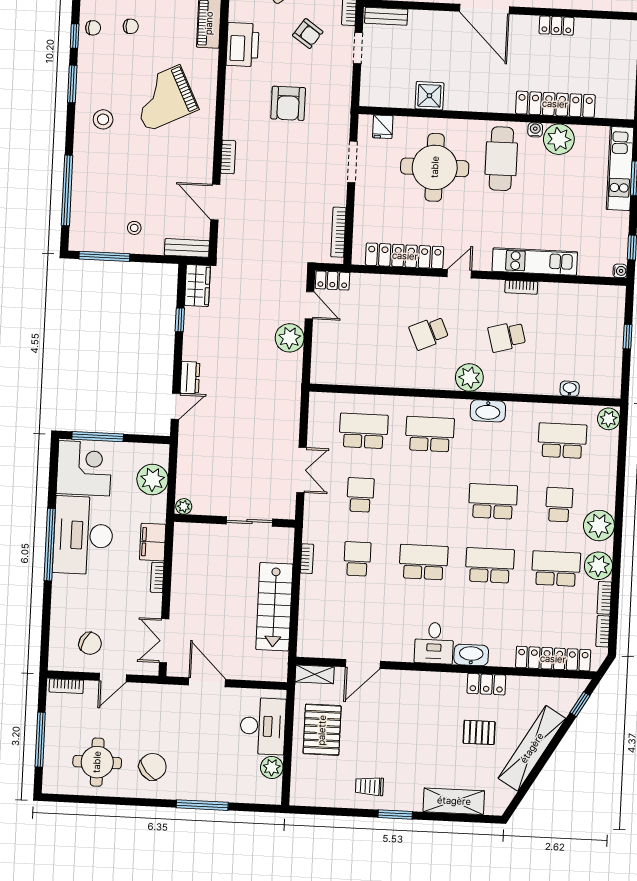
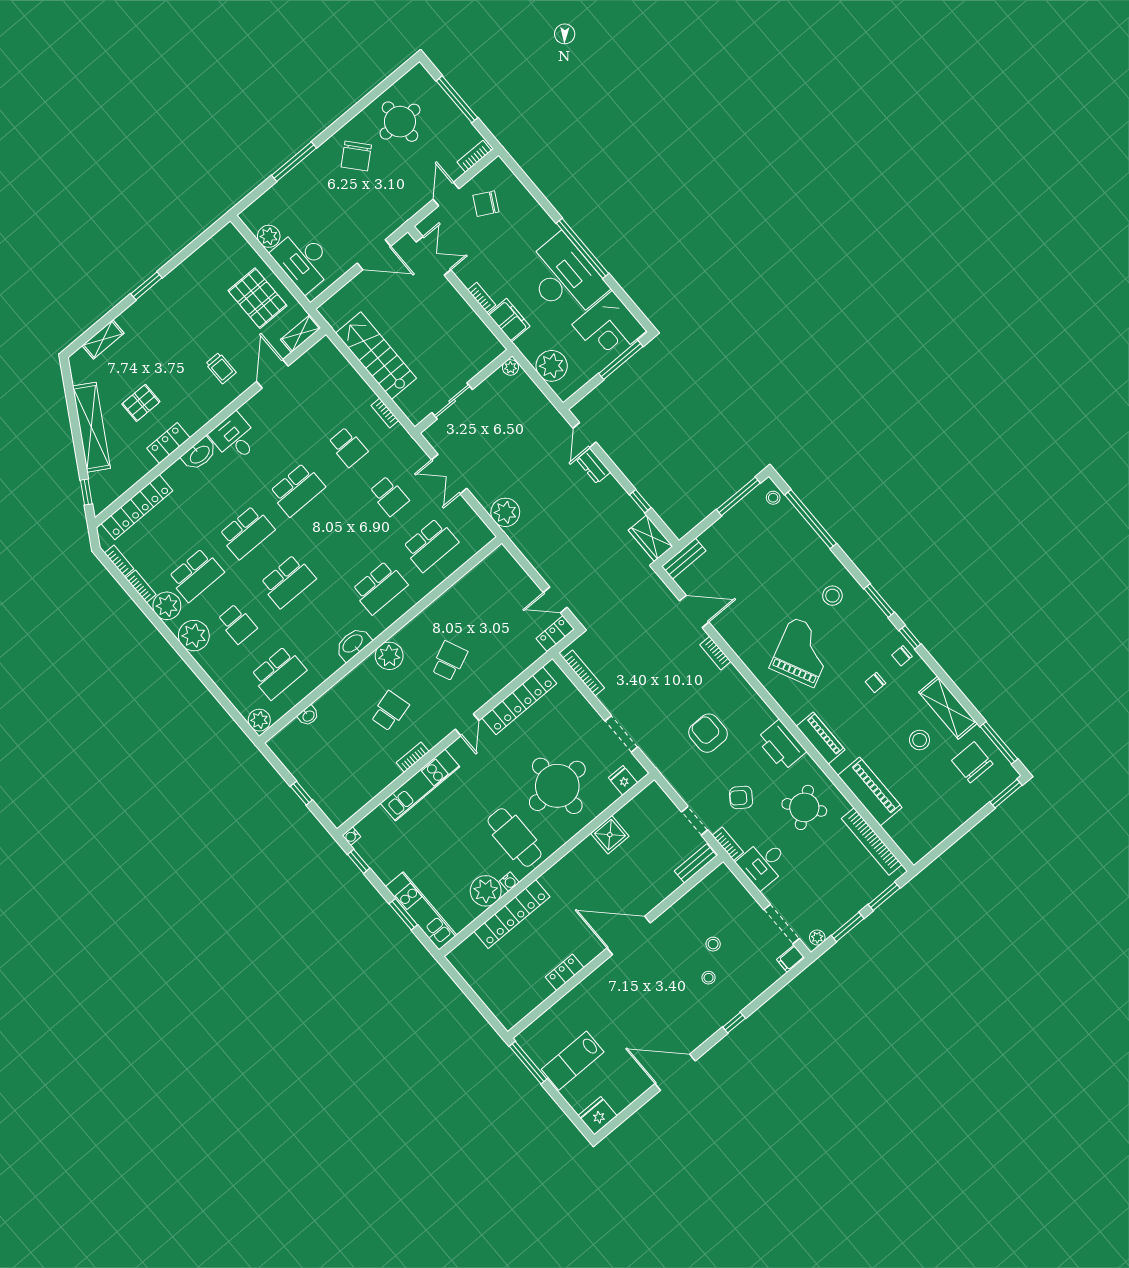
stool: (134, 228) -> (773, 498), moved
plant: (290, 338) -> (505, 512), moved
trolley: (369, 786) -> (221, 368), moved, turned 90
shelving: (454, 801) -> (103, 339), width x0.67, depth x0.75

